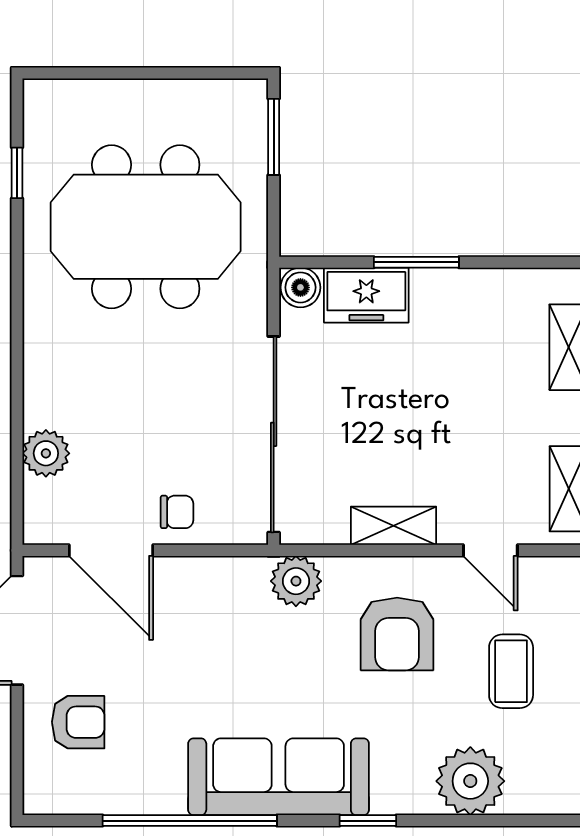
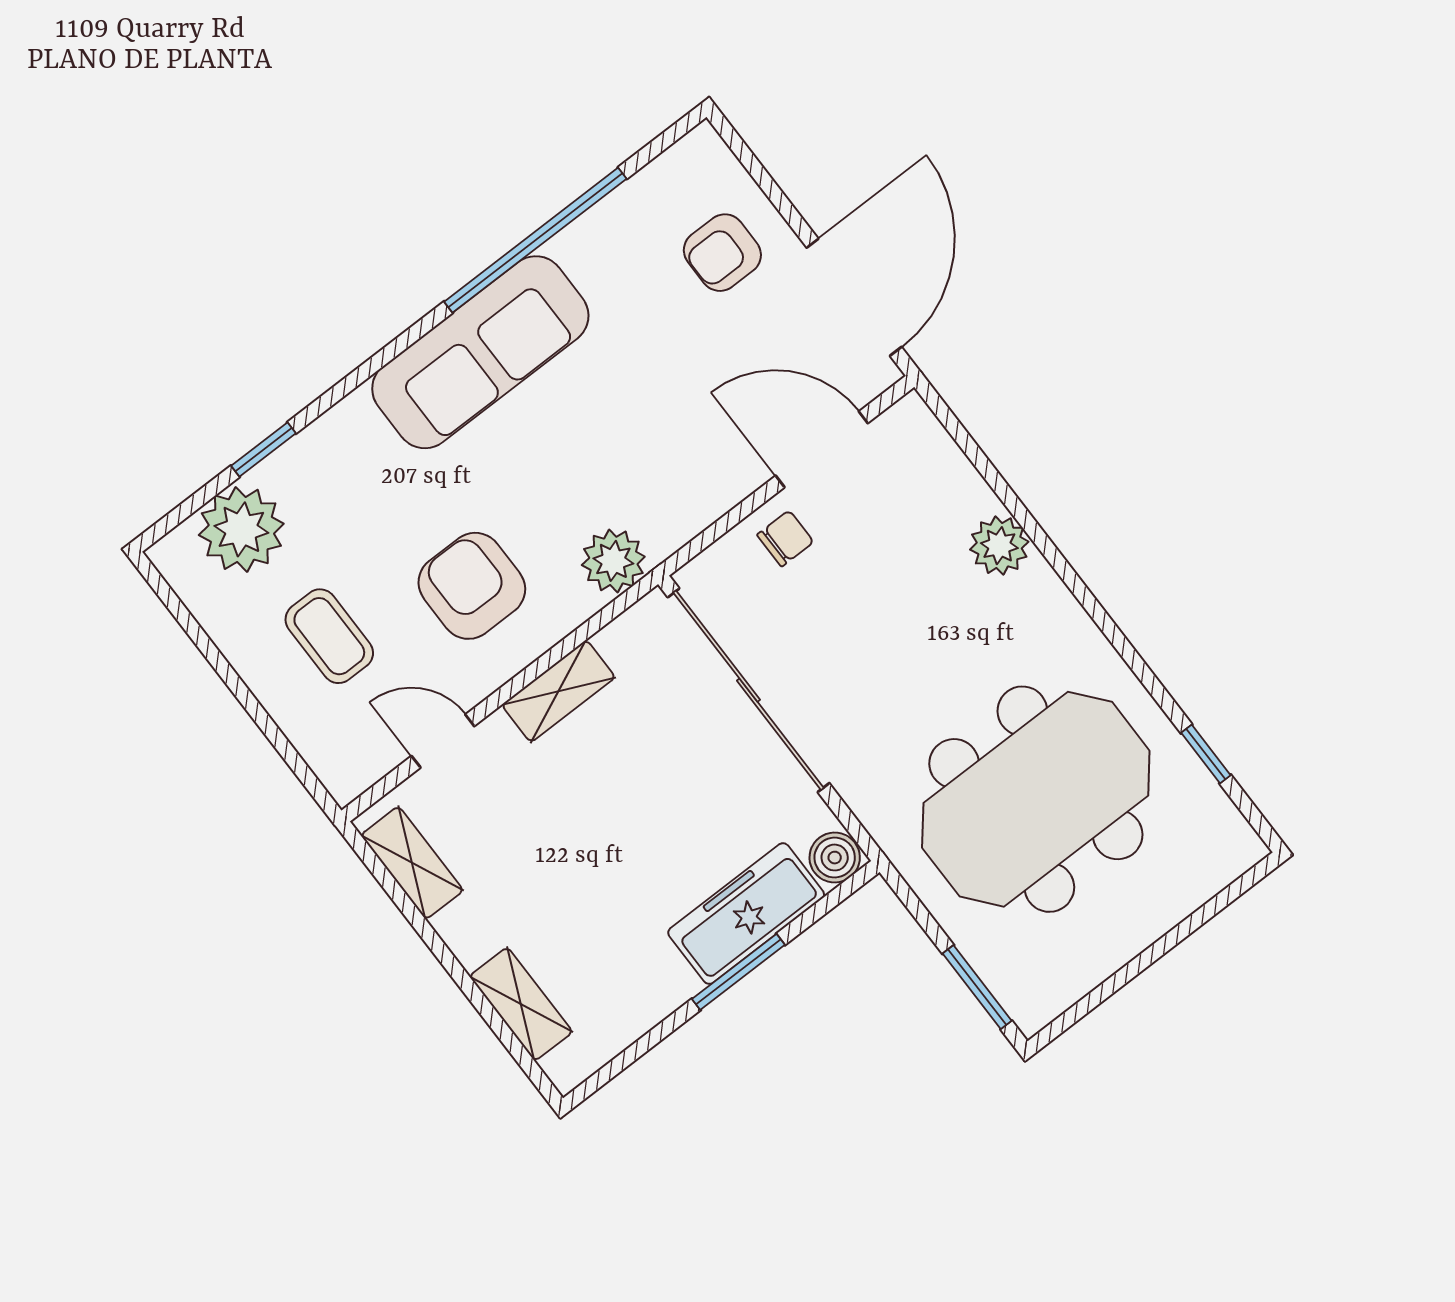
freezer: (366, 295) -> (746, 914), width x1.40
plant: (46, 453) -> (999, 546), moved
chair: (177, 512) -> (785, 538), turned 180
plant: (470, 781) -> (241, 529), moved
window: (368, 821) -> (263, 450), moved

